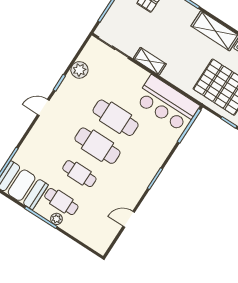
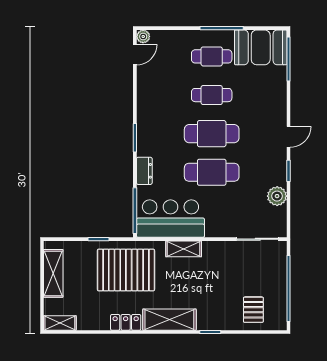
shelving: (150, 61) -> (184, 249), moved
dresser: (164, 150) -> (144, 171), added
plant: (56, 219) -> (143, 36), moved
door: (129, 219) -> (135, 55), moved

